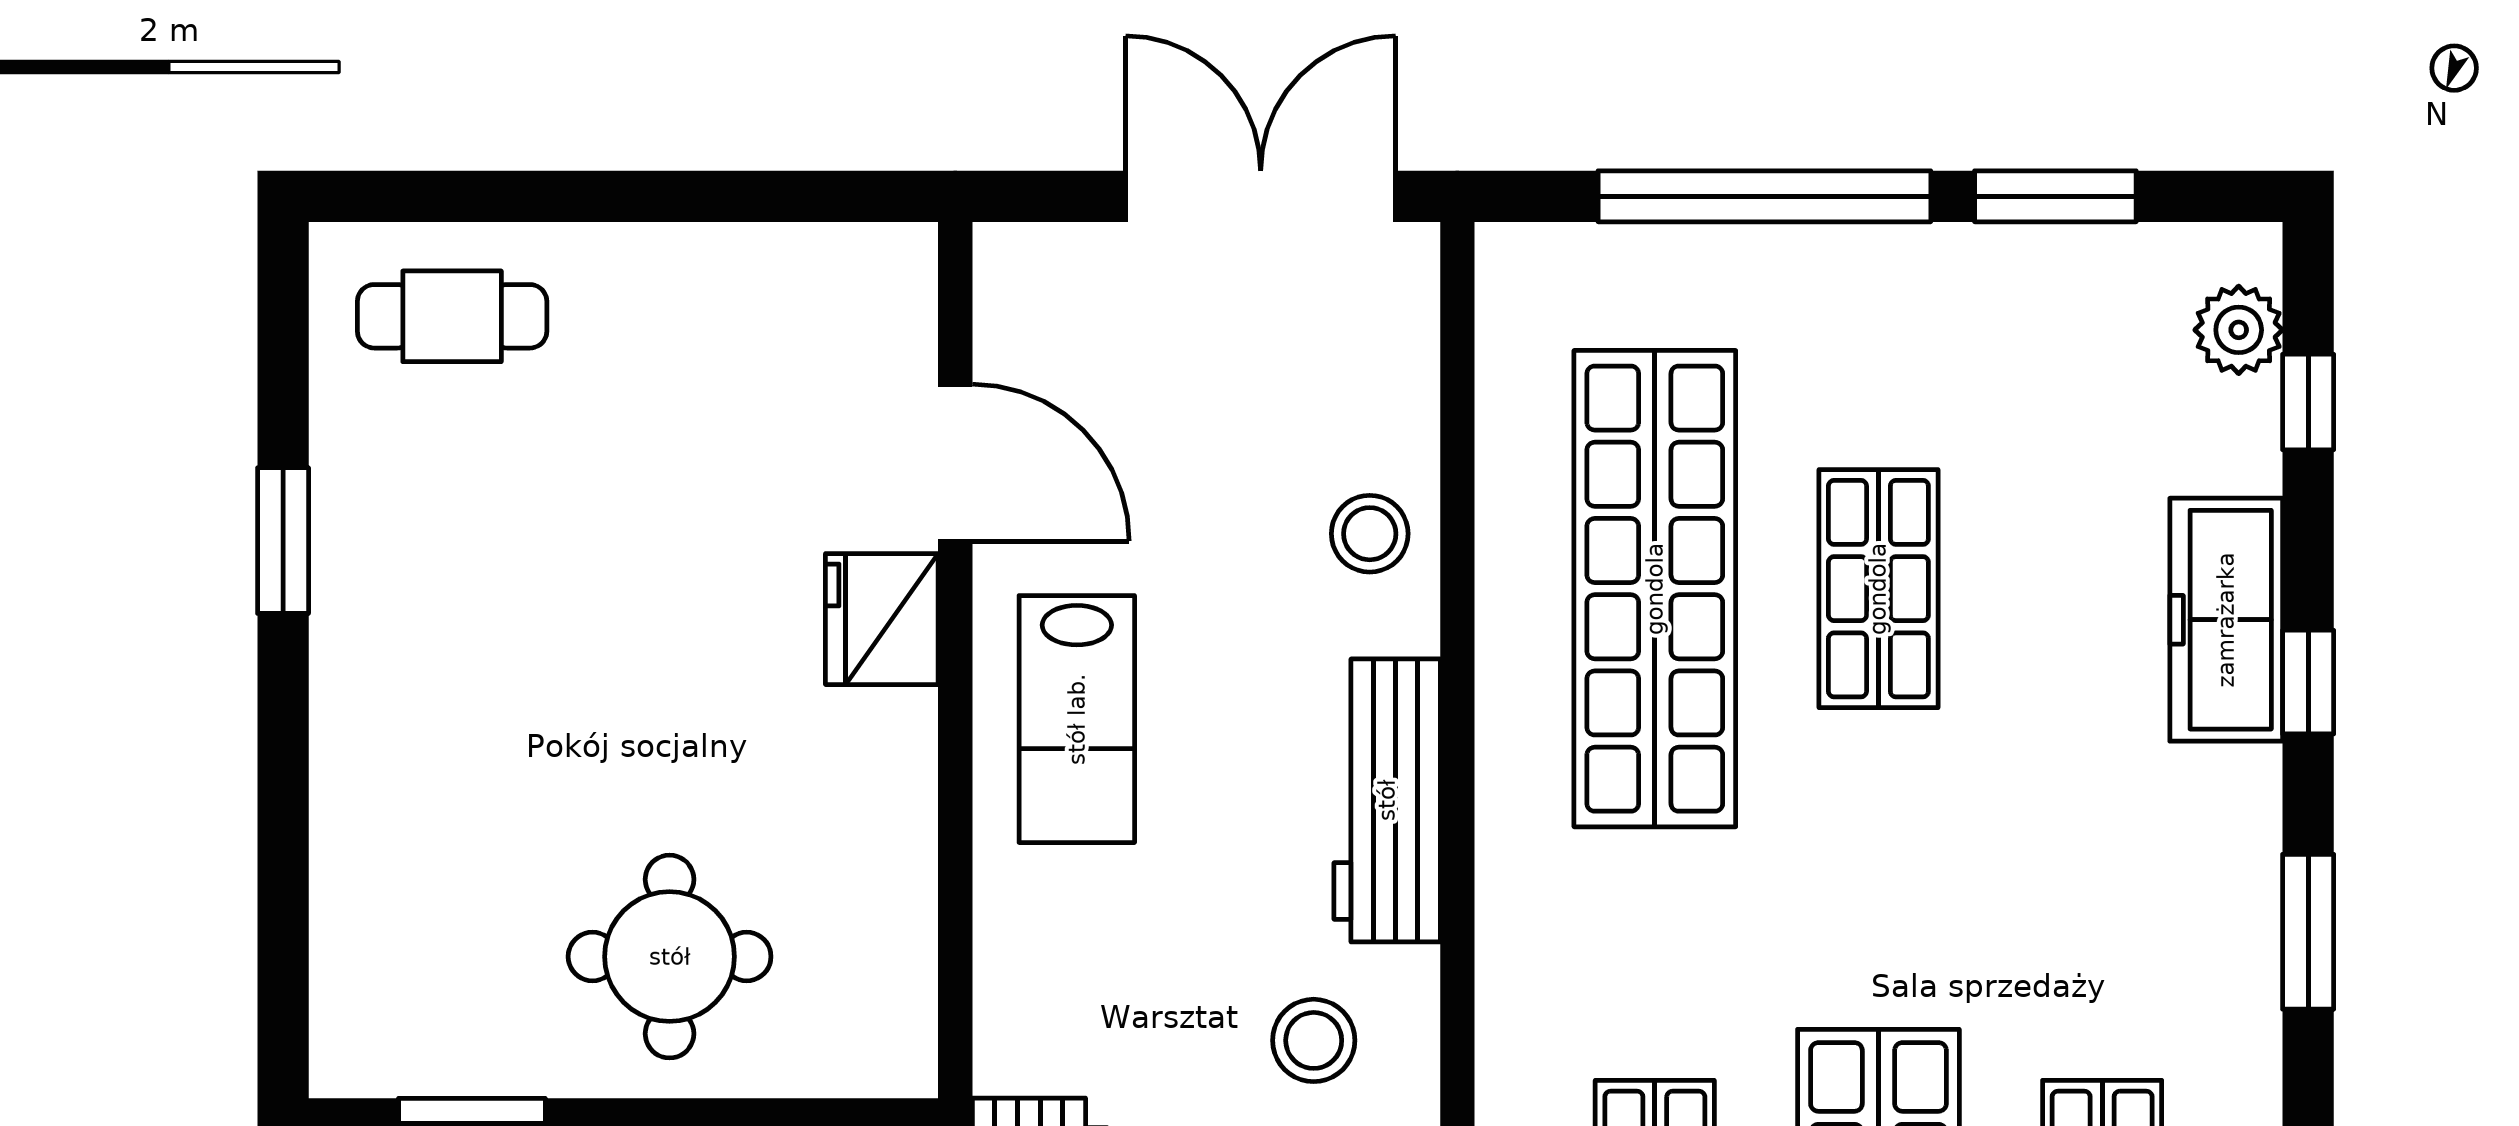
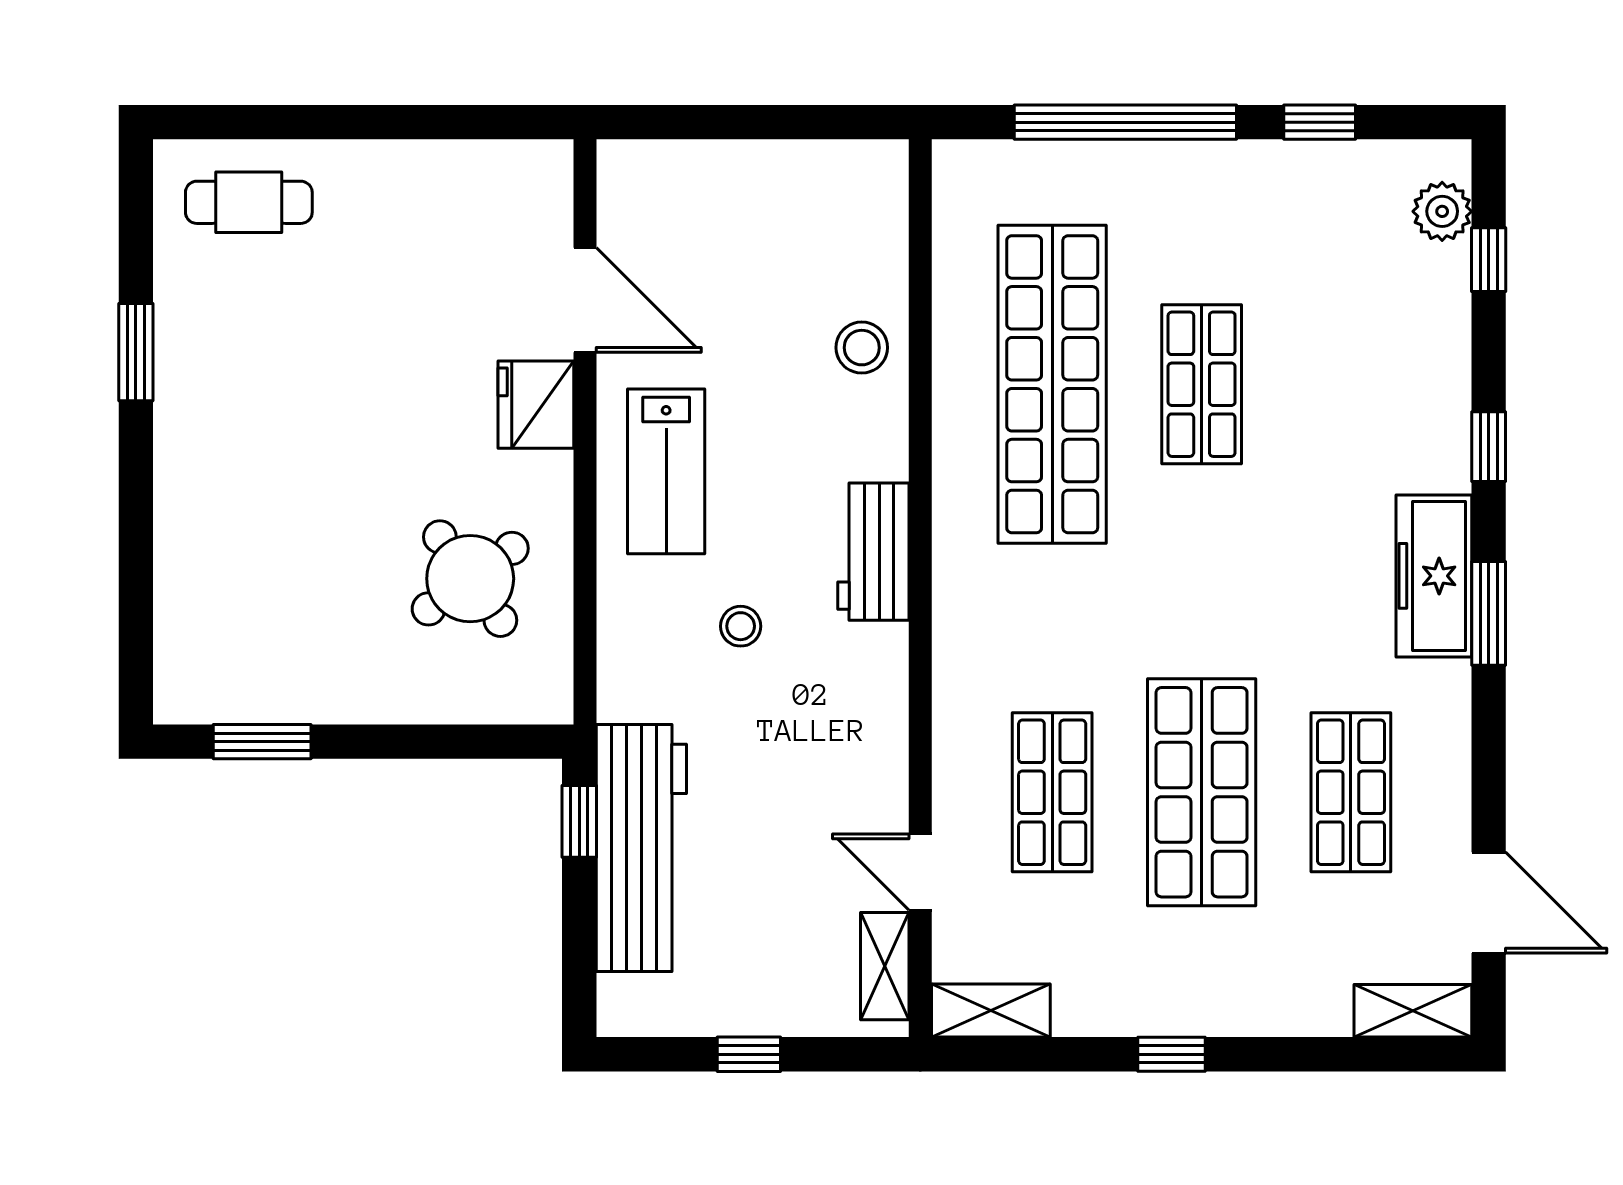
double door: (1261, 196) -> (789, 122), removed
window: (2055, 196) -> (1320, 122), width x0.67
freezer: (2226, 620) -> (1434, 576), moved
workbench: (1387, 800) -> (873, 552), width x0.73
round table: (670, 957) -> (470, 579), moved, turned -36
stool: (1314, 1040) -> (741, 626), moved, width x0.73, depth x0.73

